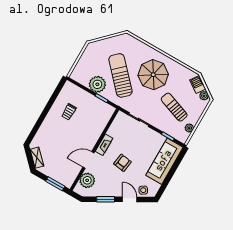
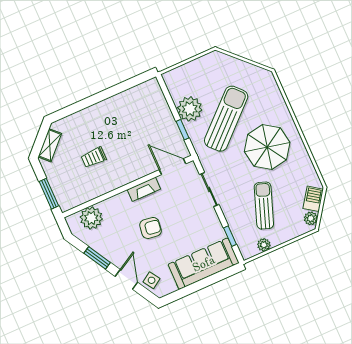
trolley: (69, 112) -> (94, 157), moved
door: (88, 160) -> (172, 167), moved

